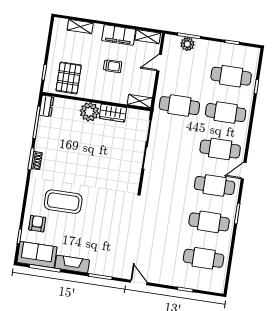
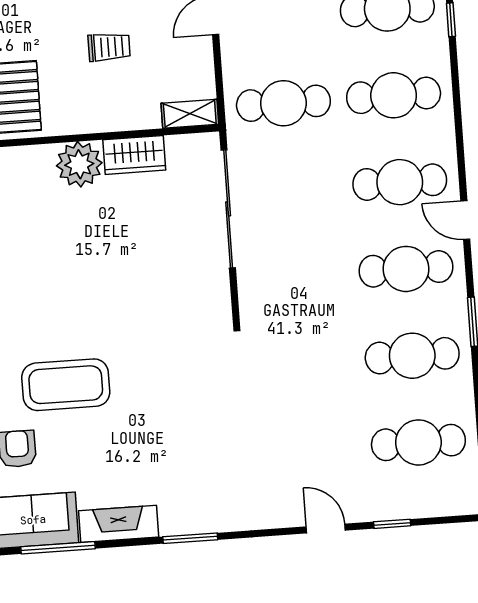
door: (244, 171) -> (465, 220), hinge flipped
door: (139, 282) -> (326, 529), moved

